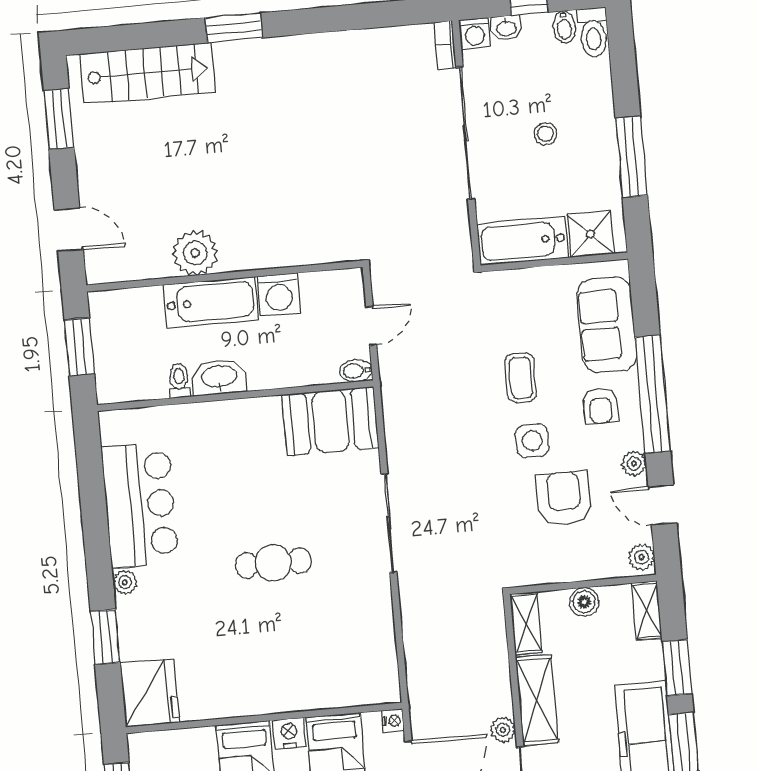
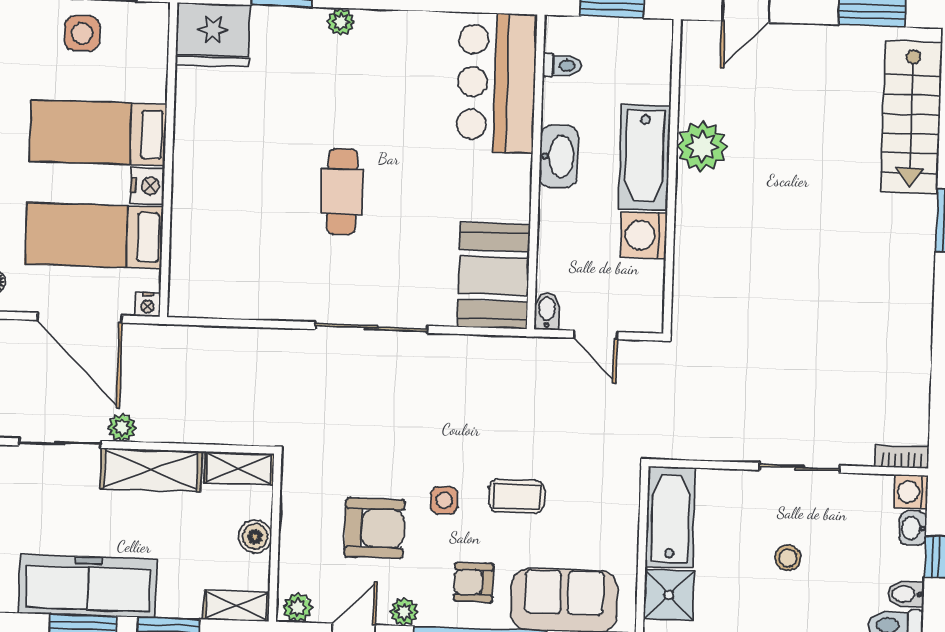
sliding door: (465, 133) -> (800, 468), width x0.54
toilet: (179, 381) -> (562, 65), moved
side table: (532, 441) -> (444, 500), width x0.73, depth x0.73
bar counter: (140, 505) -> (497, 83), moved, turned 90

